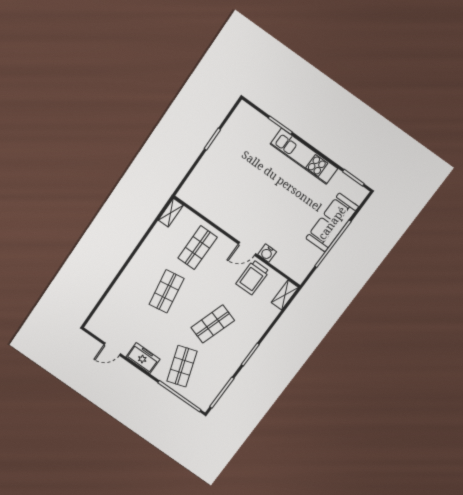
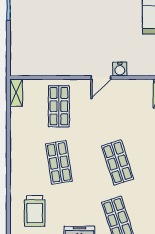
trolley: (253, 277) -> (35, 211), moved
shop shelf: (213, 324) -> (118, 162), turned -36

